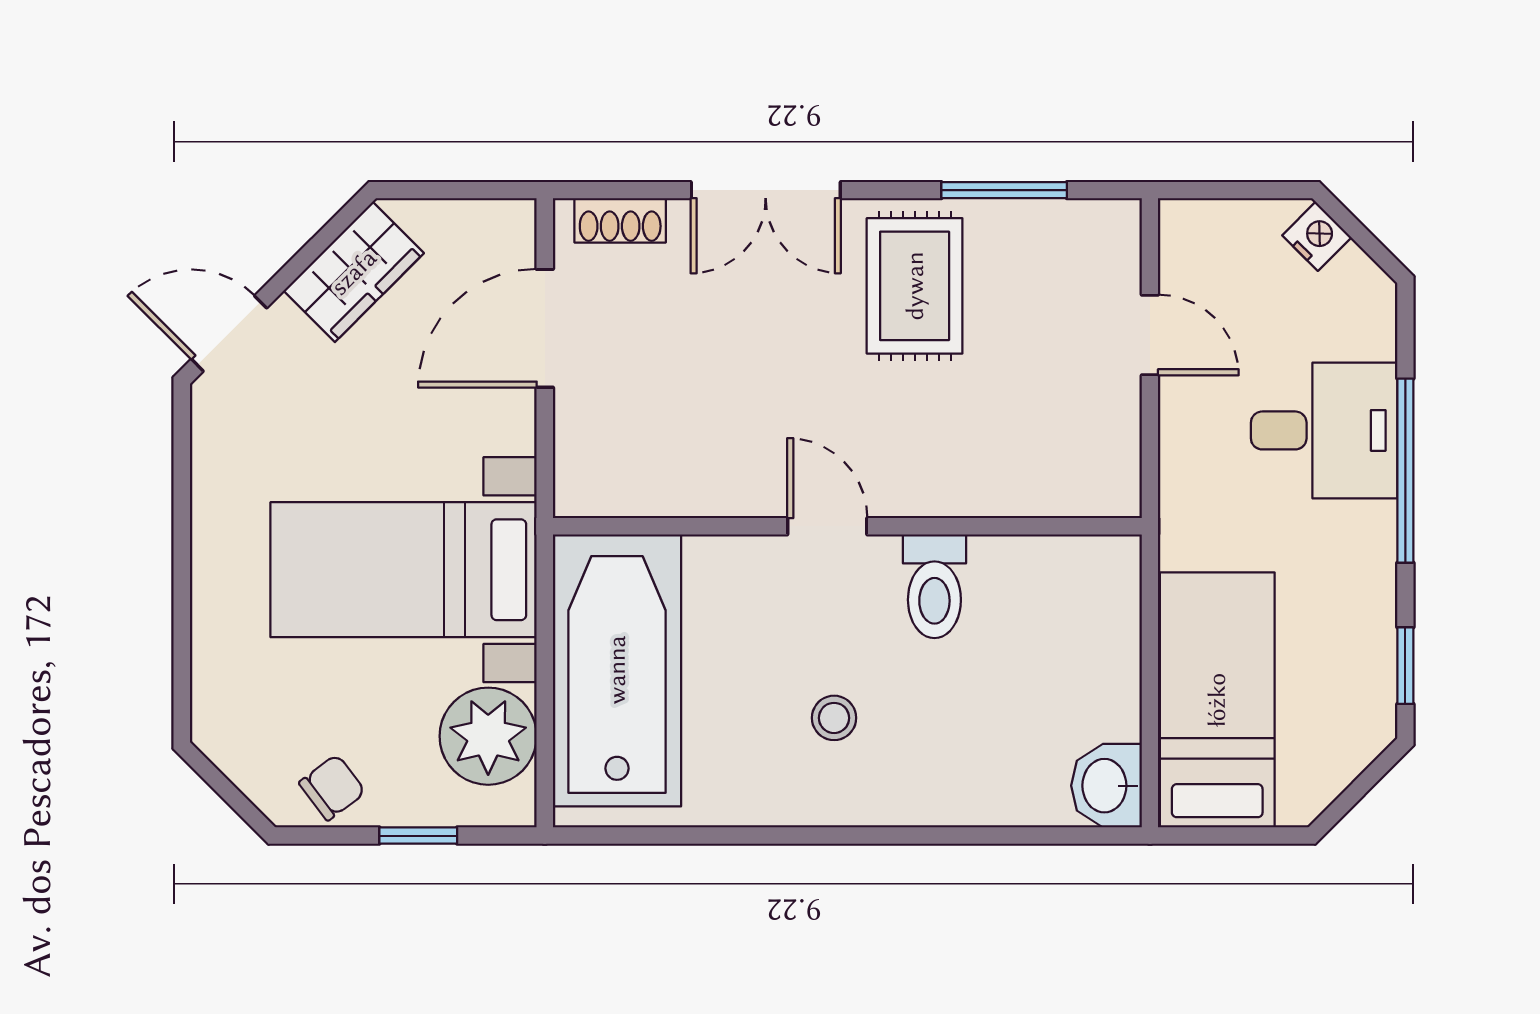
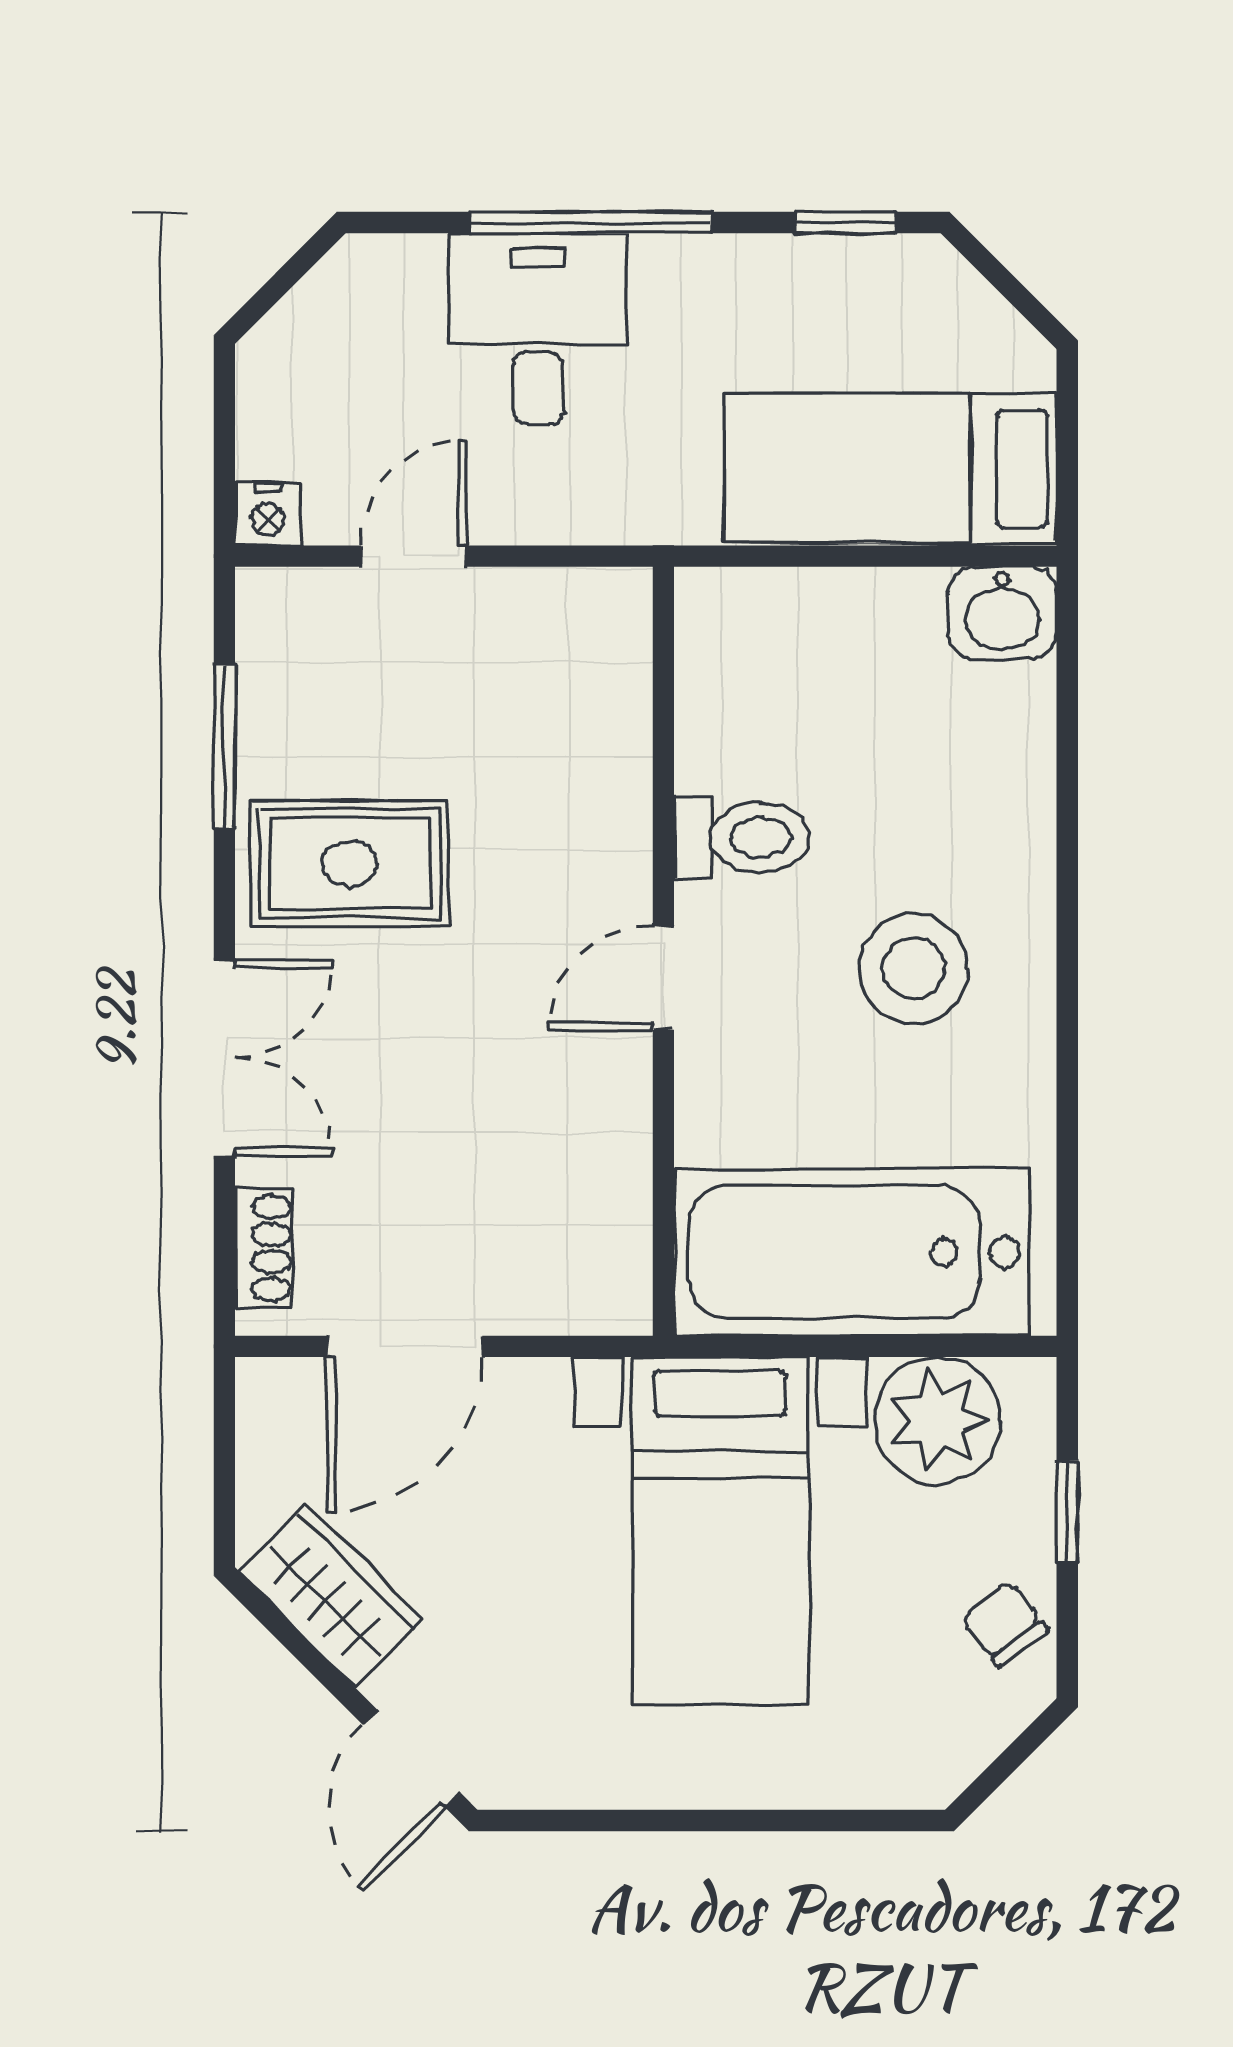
nightstand: (1317, 236) -> (268, 514), moved, turned -135
door: (545, 328) -> (405, 1346), hinge flipped
stool: (834, 718) -> (914, 969), width x1.89, depth x1.89

